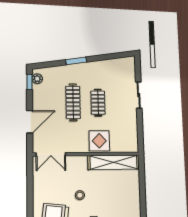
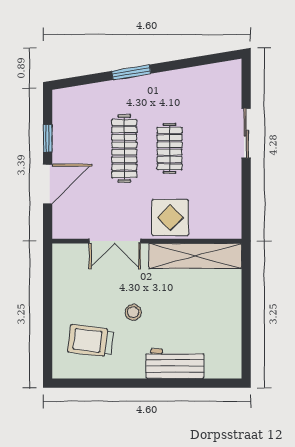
plant: (37, 79) -> (61, 107), removed
window: (29, 82) -> (48, 138), moved
double door: (51, 154) -> (115, 241), moved

